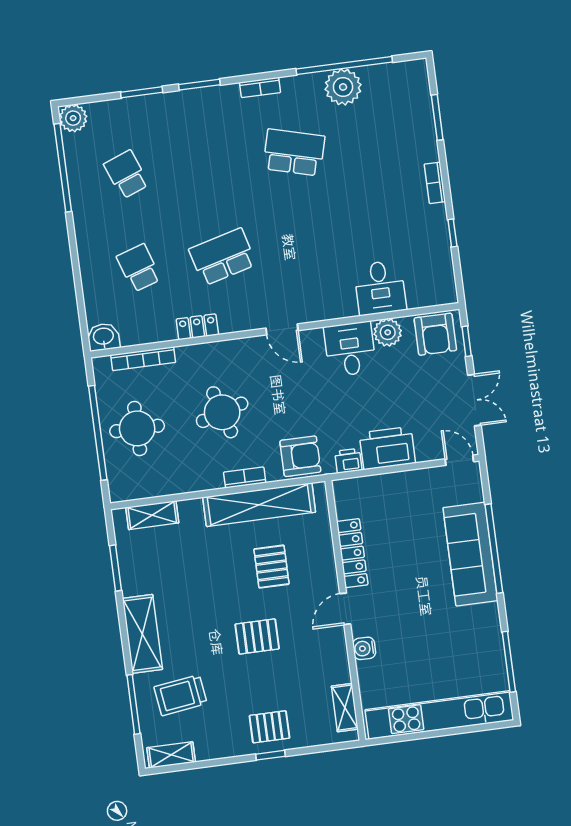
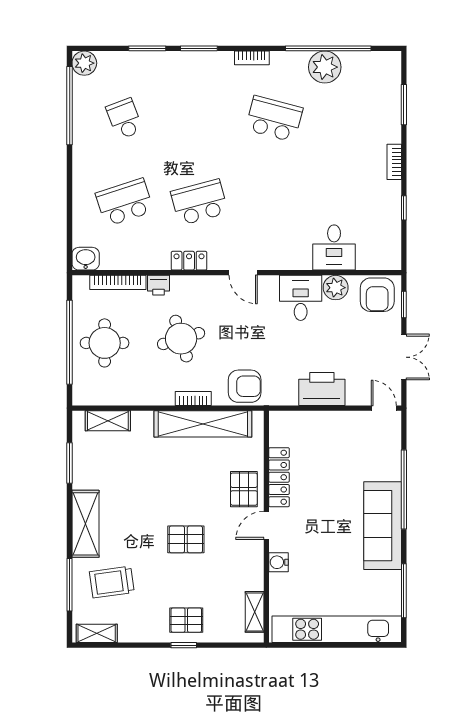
school desk: (139, 268) -> (125, 202), width x1.85
locker: (197, 327) -> (189, 261), moved
printer: (348, 461) -> (159, 285), moved, turned 180
sofa: (470, 554) -> (383, 526), moved
pallet: (271, 567) -> (244, 489), moved

